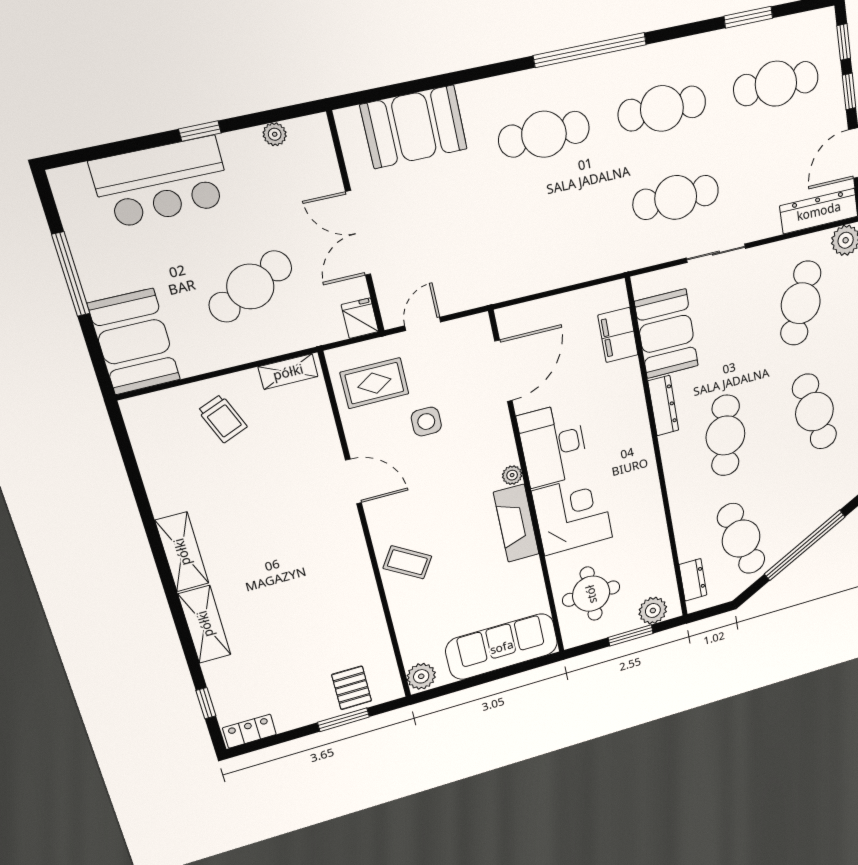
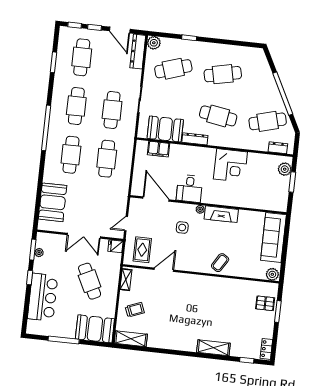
window: (276, 115) -> (33, 250), added
cafe table: (561, 224) -> (107, 159), added
cafe table: (801, 303) -> (173, 69), turned -39
door: (423, 324) -> (126, 224), hinge flipped
side table: (426, 422) -> (182, 228), moved
desk: (553, 445) -> (189, 188), width x0.73
door: (353, 481) -> (164, 270), moved
corner desk: (572, 514) -> (230, 165), moved, turned 180
shelving: (182, 552) -> (131, 339), moved
round table: (591, 594) -> (266, 193), removed

